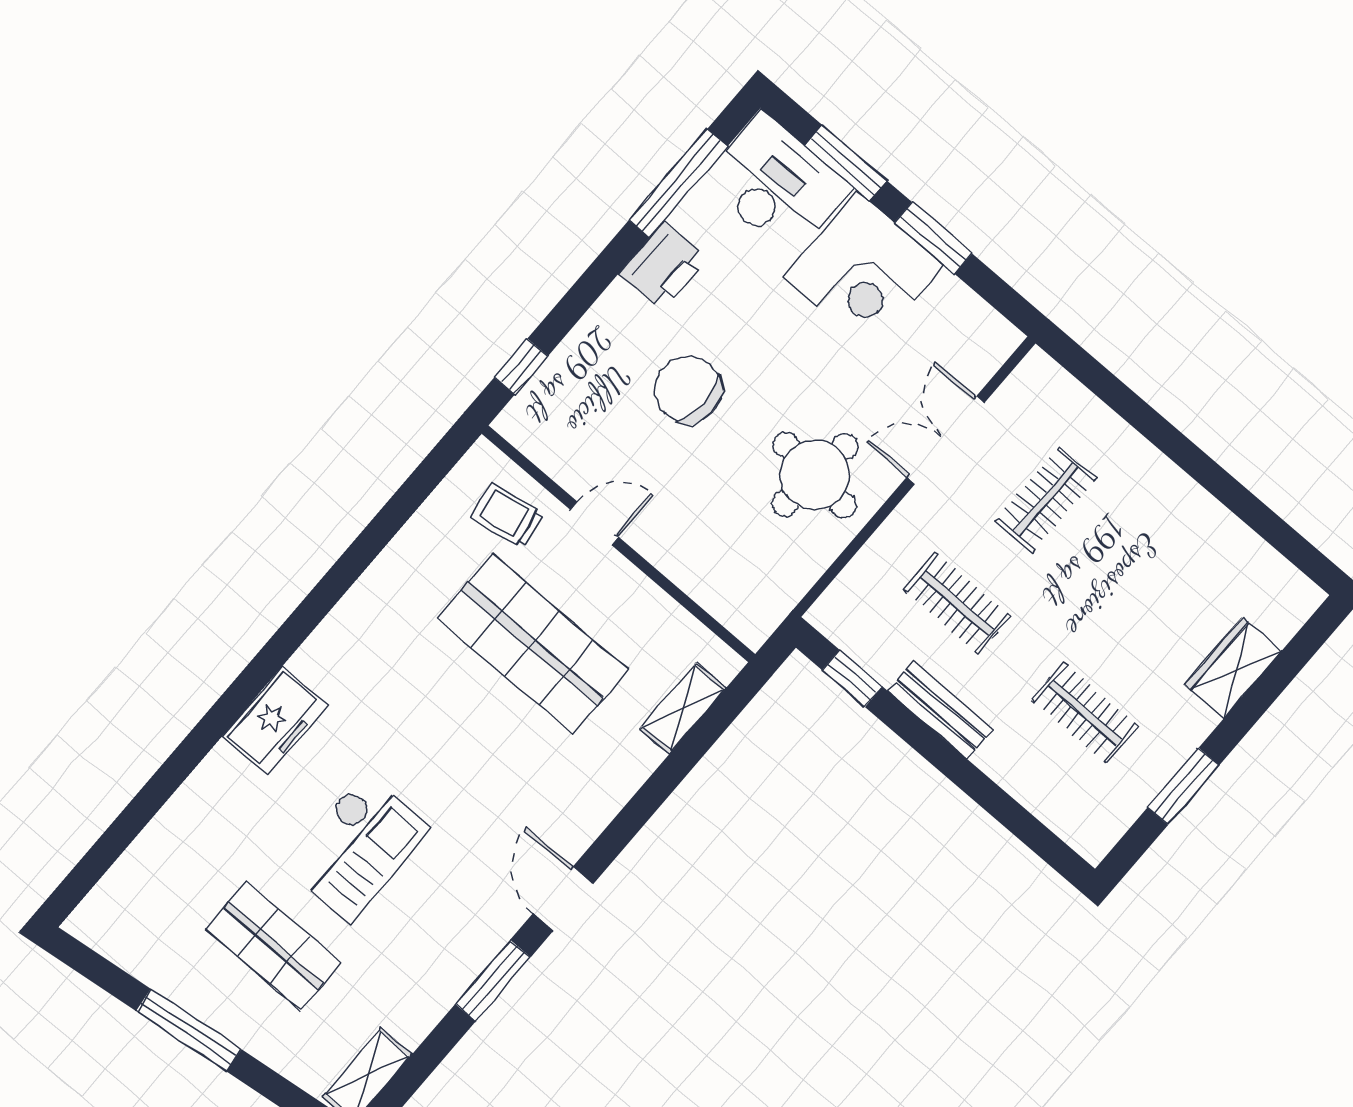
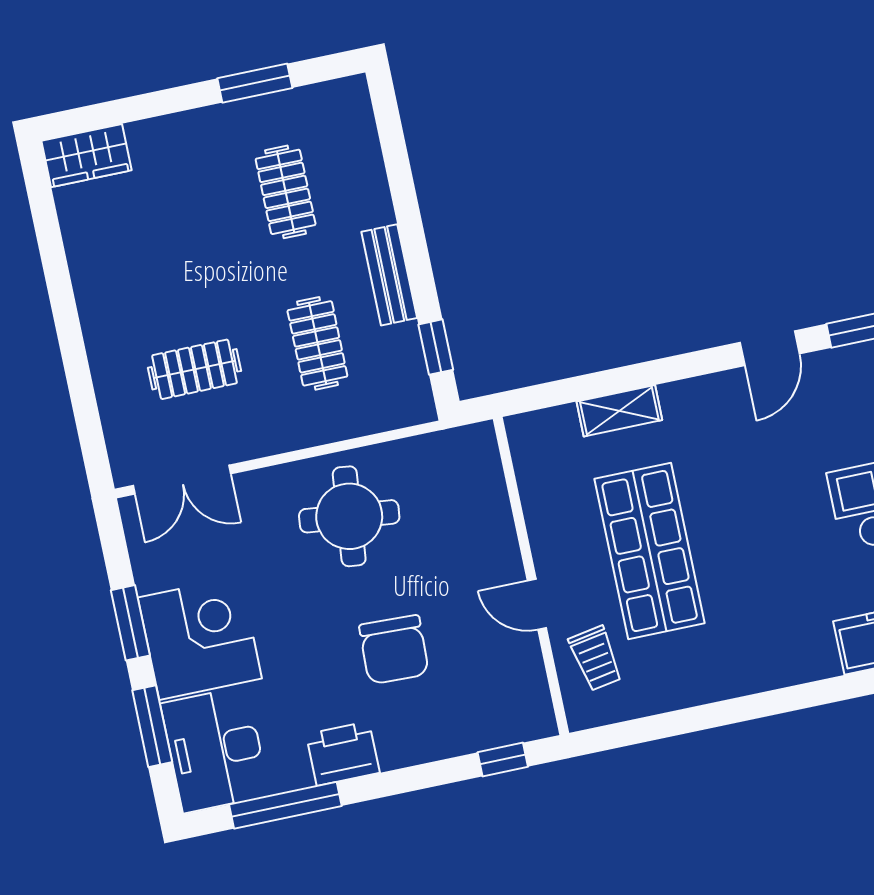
double door: (946, 440) -> (182, 480), moved
wardrobe: (1233, 668) -> (86, 156), moved
shelving: (683, 709) -> (619, 411), moved

